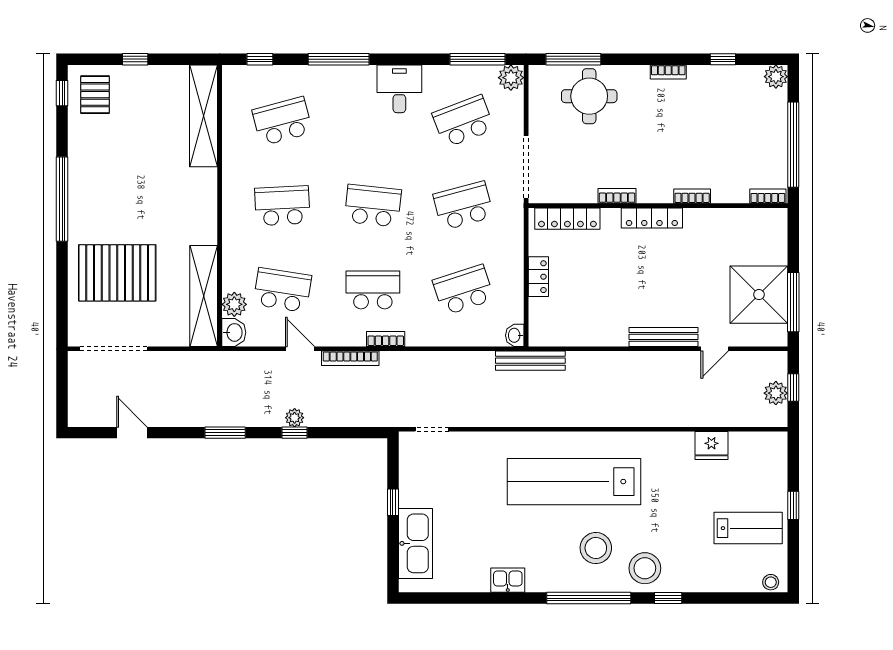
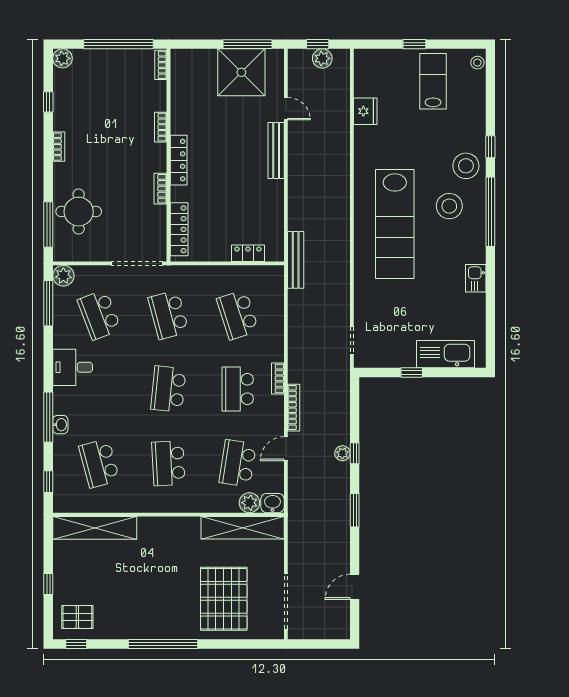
locker: (538, 277) -> (248, 253), moved
washbasin: (515, 335) -> (60, 425), moved, turned -90

